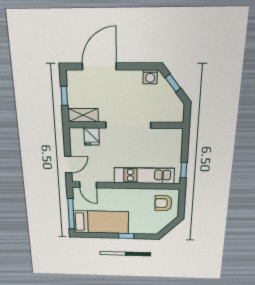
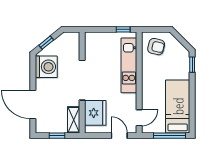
washing machine: (150, 77) -> (46, 67), width x1.89, depth x1.89
fridge: (92, 136) -> (95, 113), width x1.88, depth x1.34
armchair: (163, 203) -> (156, 47), turned -76
window: (126, 236) -> (192, 65), moved

